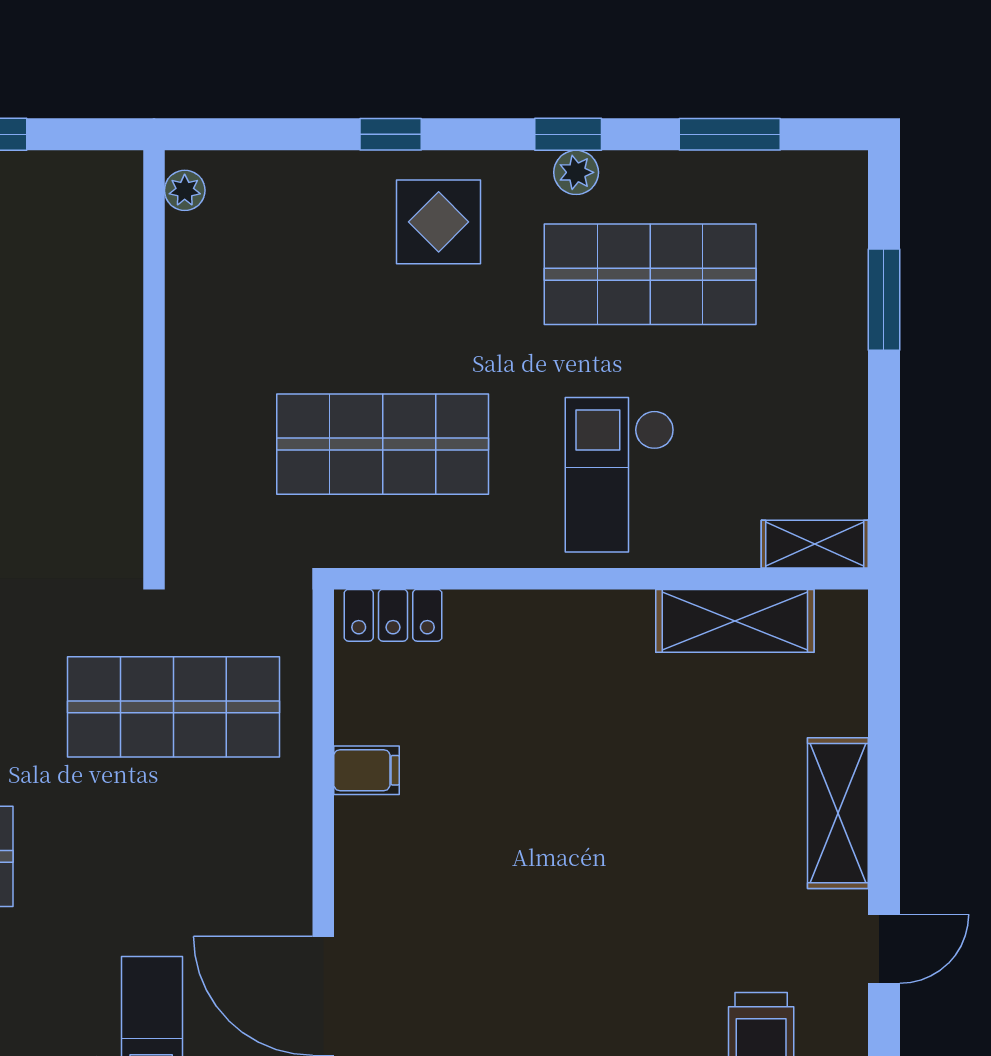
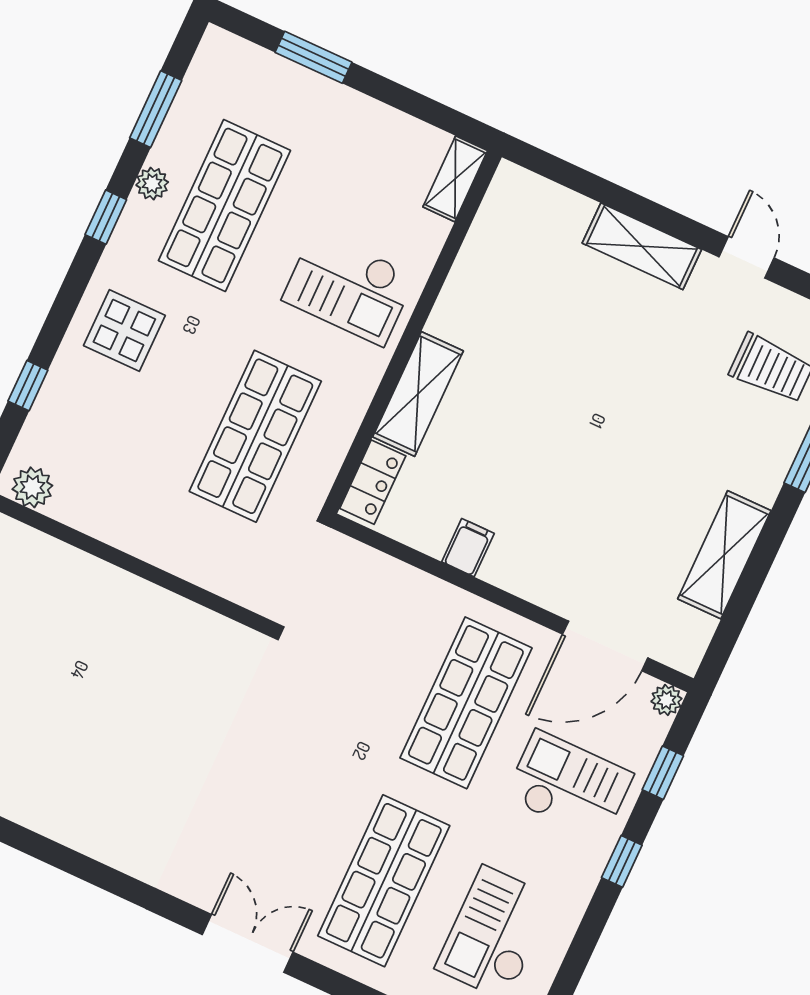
window: (391, 134) -> (28, 386), moved
plant: (576, 172) -> (152, 184), moved
plant: (185, 190) -> (32, 487), width x1.38, depth x1.38
shelving: (735, 621) -> (418, 394), moved
shop shelf: (174, 707) -> (466, 703), moved

